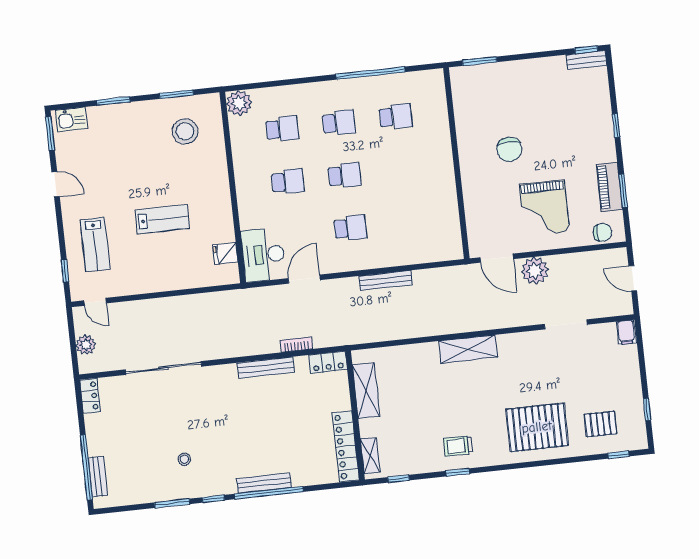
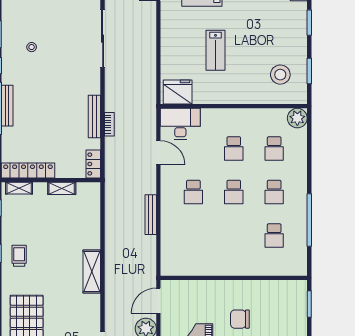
fridge: (225, 254) -> (178, 92), width x1.88, depth x1.34
bookcase: (296, 345) -> (109, 124), moved
shelving: (366, 391) -> (62, 188), width x0.67, depth x0.75

